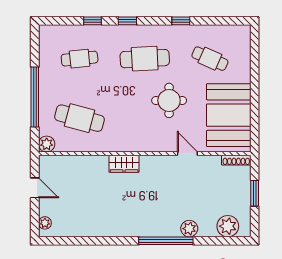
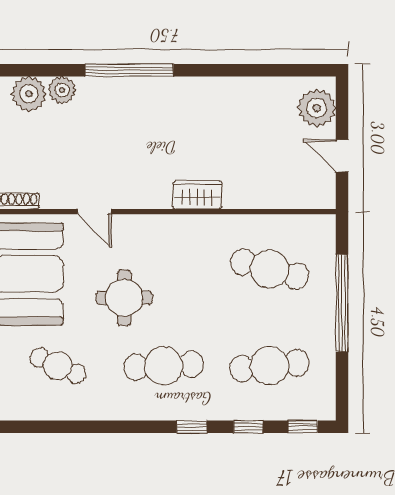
window: (181, 21) -> (303, 427), moved
cafe table: (80, 59) -> (270, 366), width x1.37, depth x1.35
plant: (47, 144) -> (323, 227), removed
plant: (45, 223) -> (317, 108), width x1.88, depth x1.88
plant: (189, 229) -> (62, 90), moved

